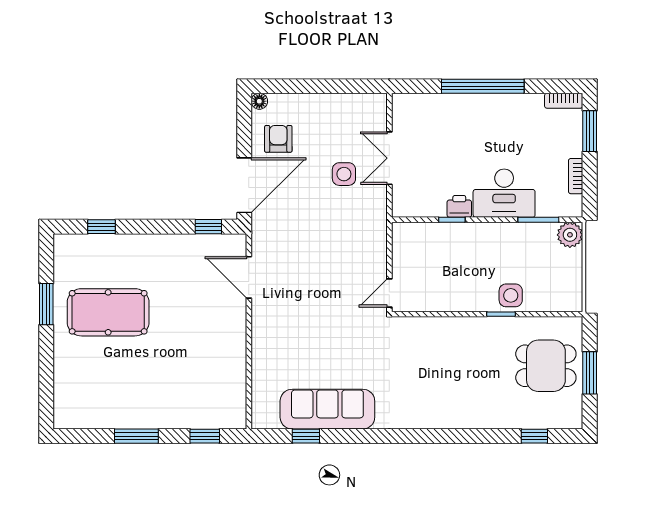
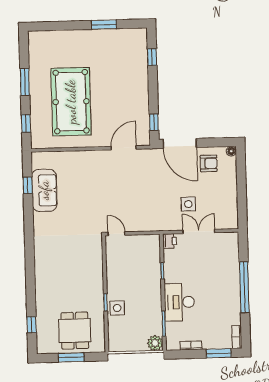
printer: (459, 206) -> (170, 241), moved
pool table: (108, 312) -> (71, 102), moved, width x1.36, depth x1.32
sofa: (327, 409) -> (44, 190), width x0.73

